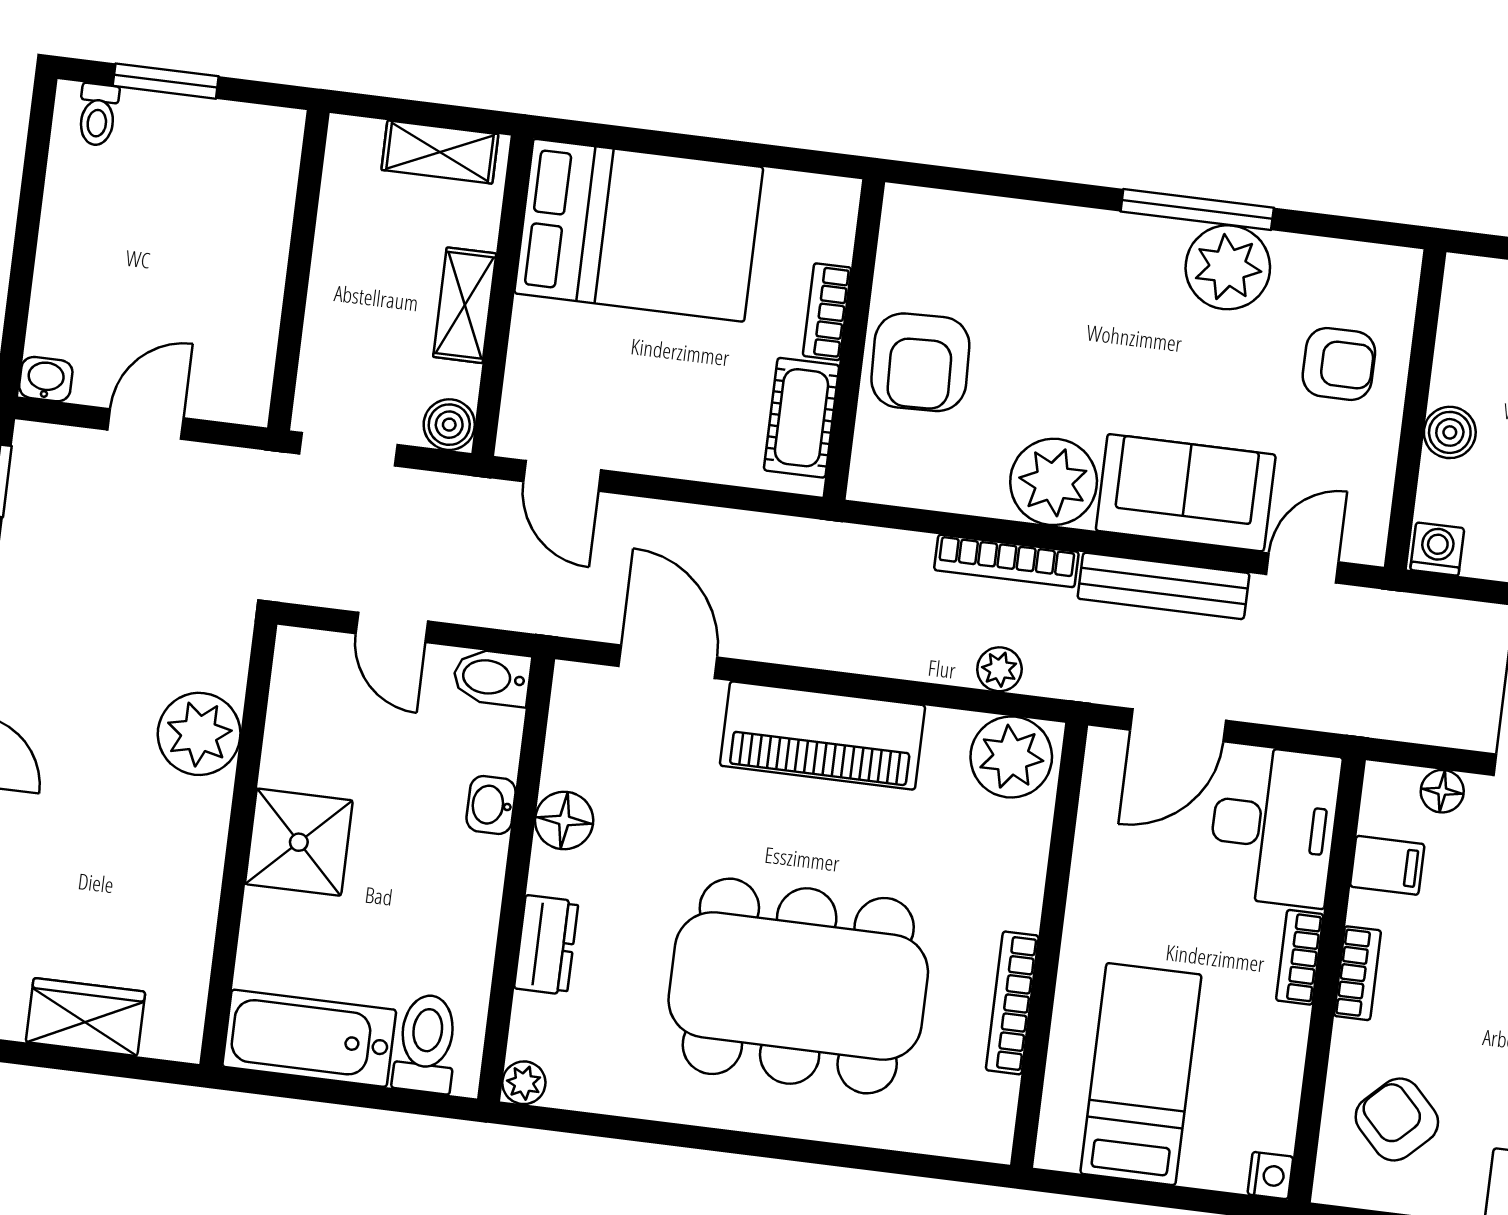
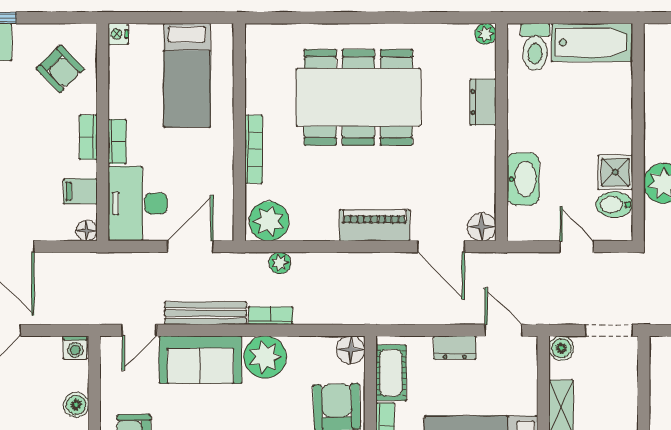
dresser: (666, 453) -> (455, 348), added
floor lamp: (878, 474) -> (351, 350), added
bookcase: (1006, 561) -> (271, 316), width x0.64
bidet: (492, 678) -> (614, 205), moved, turned 180
piano: (823, 736) -> (375, 225), width x0.73, depth x0.75
floor lamp: (1442, 791) -> (87, 231), moved
washbasin: (491, 805) -> (523, 179), width x1.91, depth x1.45
floor lamp: (564, 820) -> (482, 227), moved
shower: (299, 842) -> (615, 172), moved, width x0.73, depth x0.73
bookcase: (1012, 1003) -> (254, 149), moved

